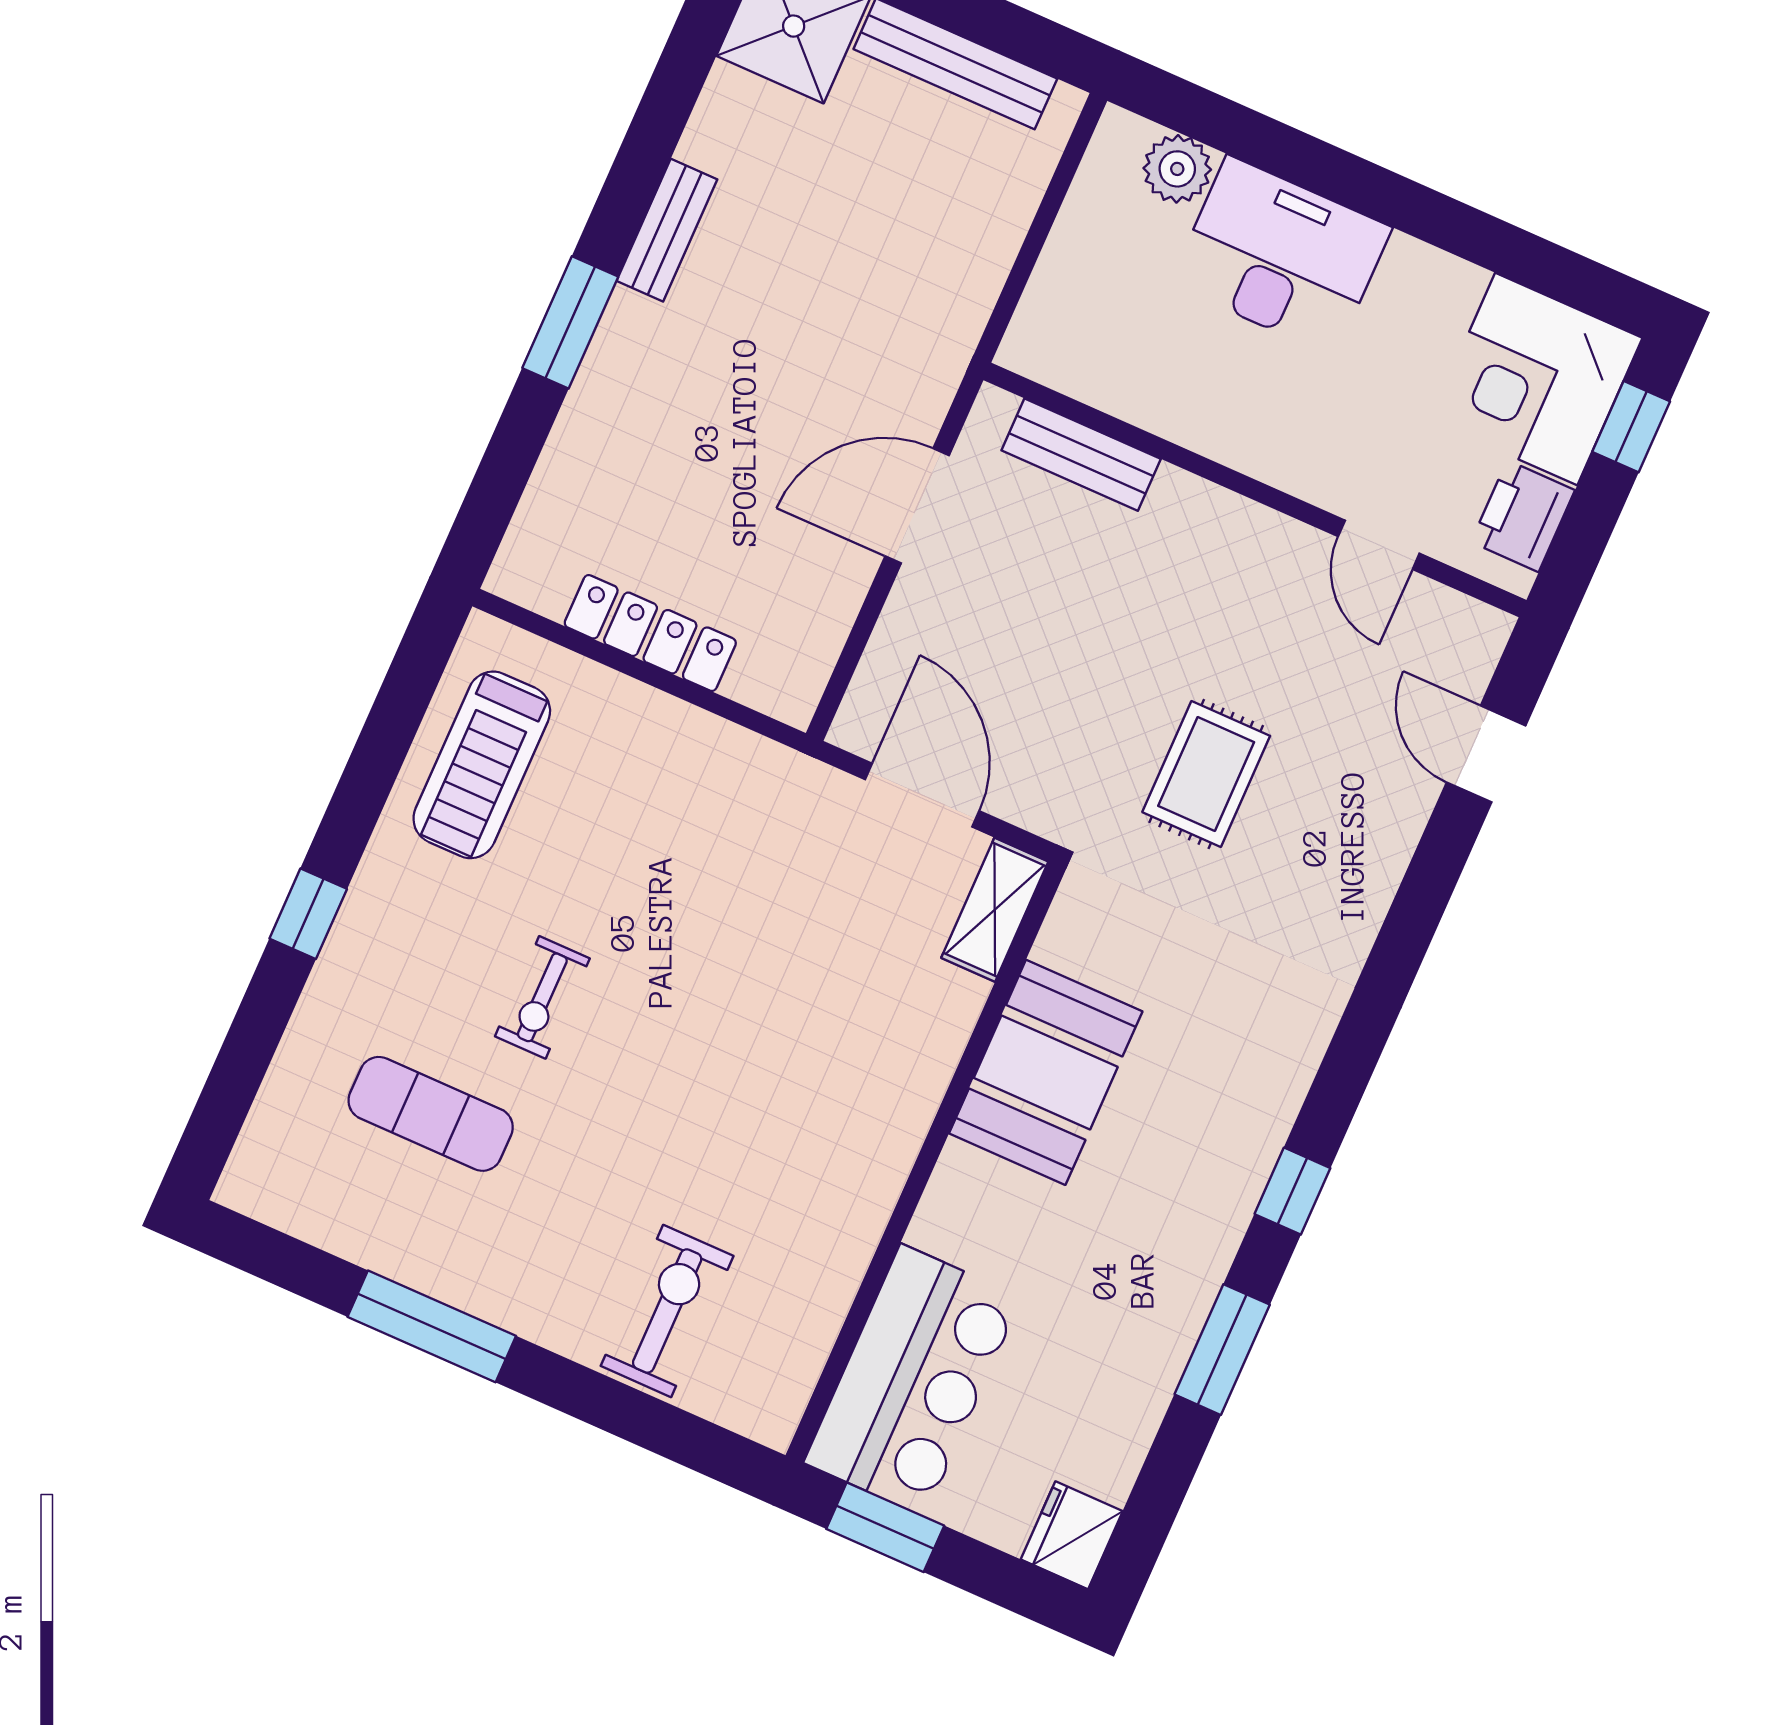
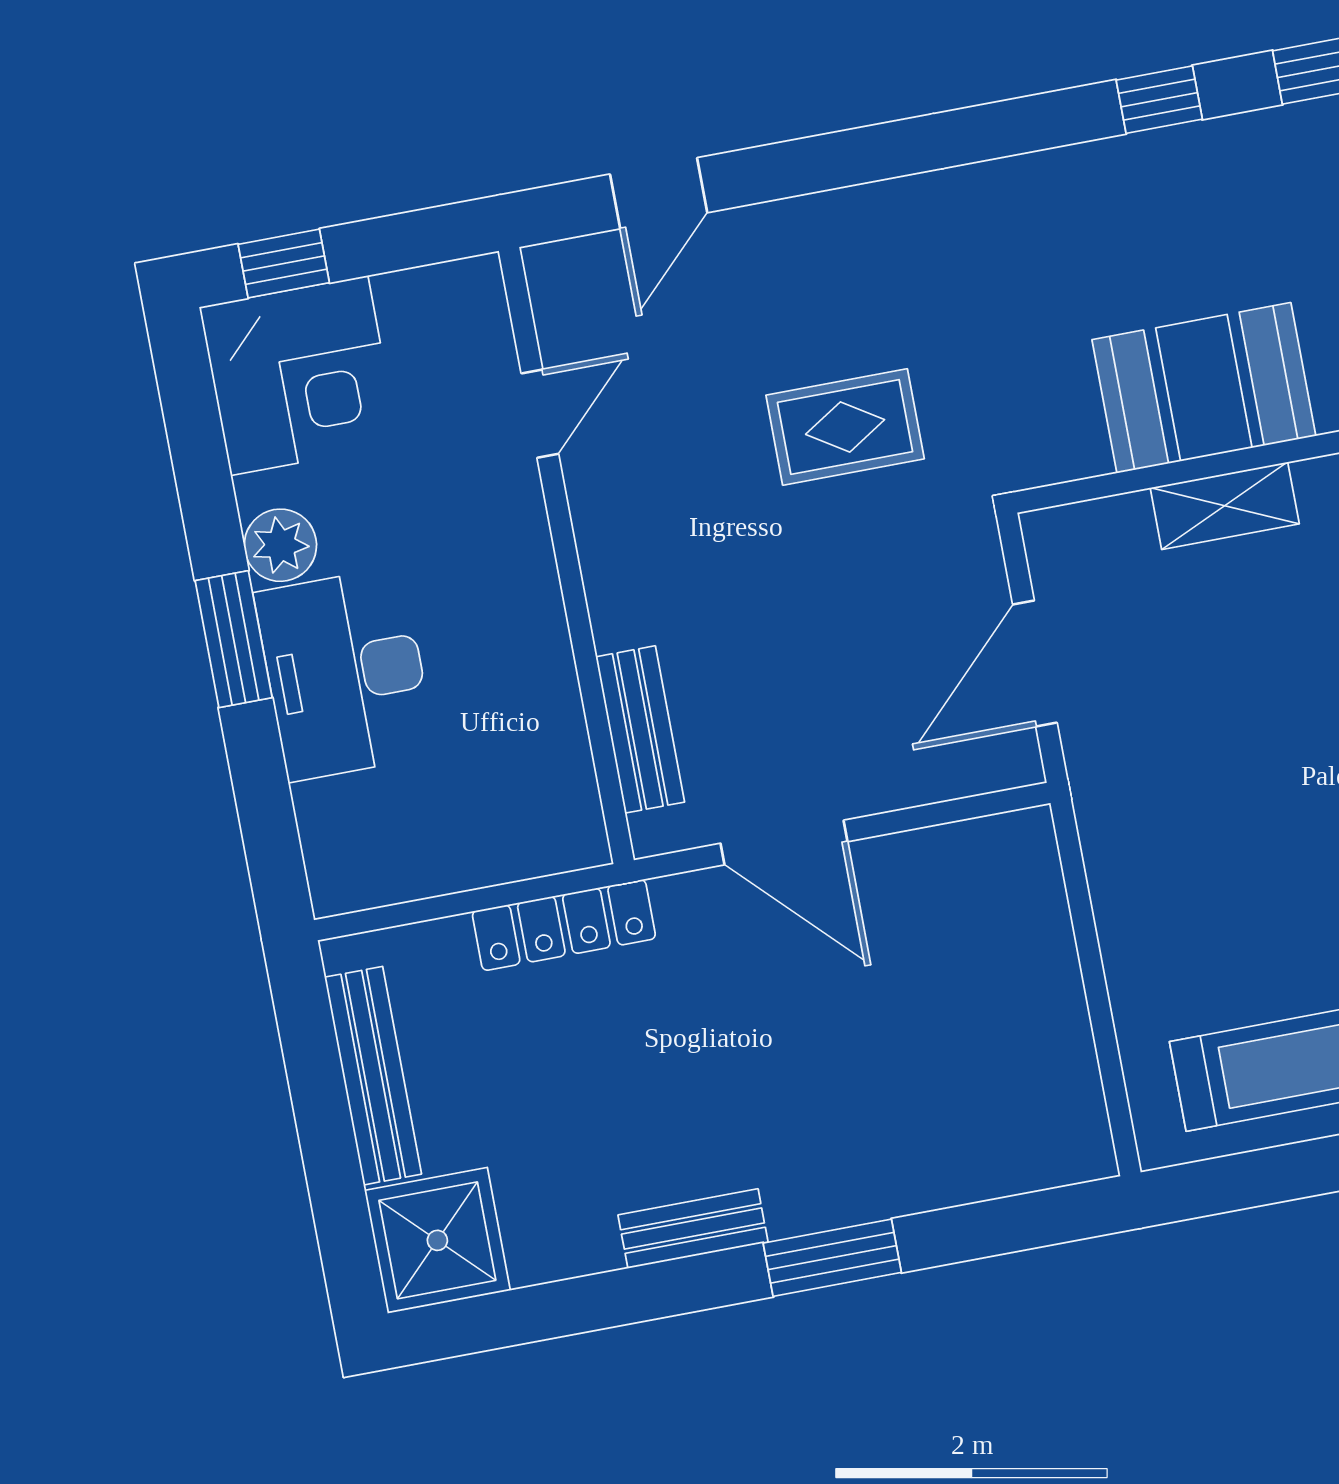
plant: (1177, 169) -> (280, 545), moved
window: (1367, 188) -> (234, 639), added
printer: (1523, 516) -> (428, 304), removed
locker: (650, 633) -> (564, 925), moved, turned -90
shelving: (995, 910) -> (1225, 506), moved

